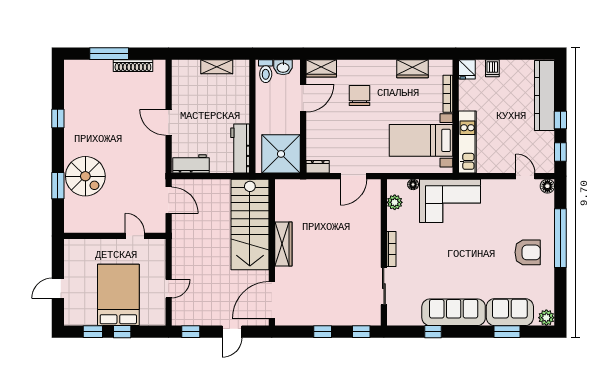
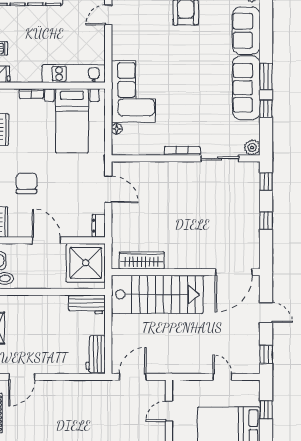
bookcase: (448, 94) -> (31, 93), width x0.64
chair: (360, 96) -> (26, 183), turned 90
door: (303, 98) -> (46, 240), moved
door: (169, 122) -> (22, 377), moved
workbench: (240, 149) -> (87, 304), width x0.73
plant: (395, 202) -> (252, 148), moved
wardrobe: (283, 244) -> (142, 260), moved
door: (272, 300) -> (234, 272), hinge flipped
window: (122, 332) -> (266, 410), moved
window: (507, 332) -> (266, 76), moved

